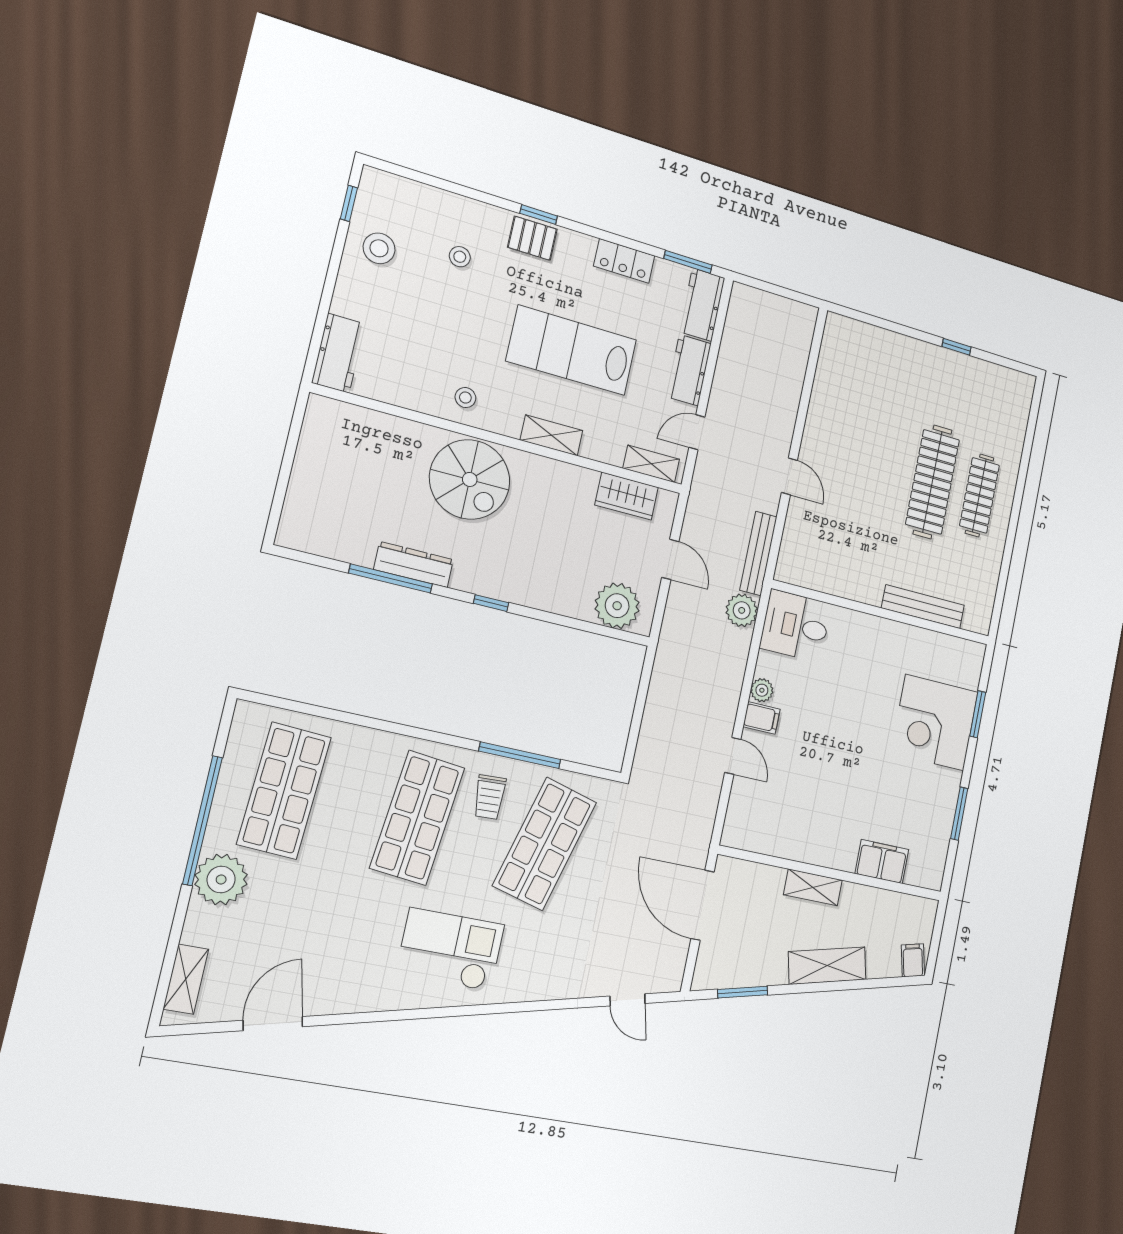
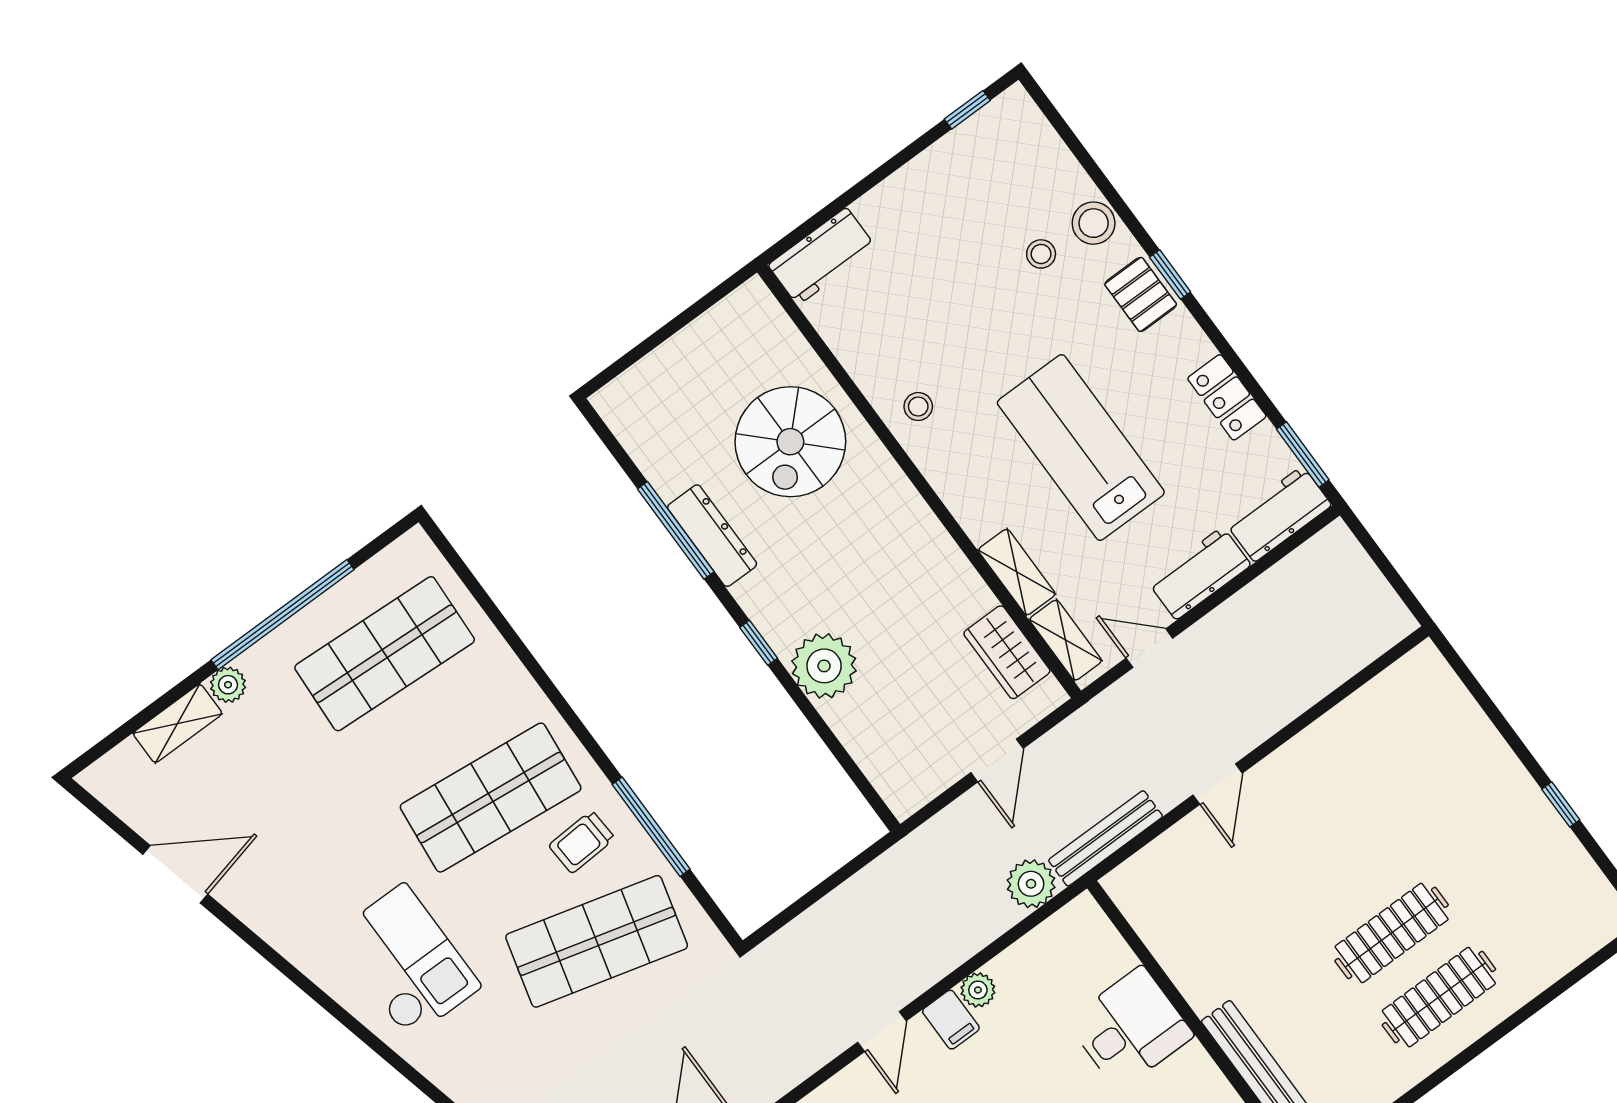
stool: (379, 248) -> (1094, 223), moved
shelving: (551, 435) -> (1017, 572), moved
spiral stairs: (470, 479) -> (790, 442), moved
clothes rail: (932, 482) -> (1392, 933), width x0.73, depth x0.76
plant: (617, 606) -> (824, 666), moved
desk: (796, 626) -> (1130, 1028), moved, turned 90
plant: (221, 880) -> (228, 685), width x0.53, depth x0.53
shelving: (186, 979) -> (178, 723), moved

